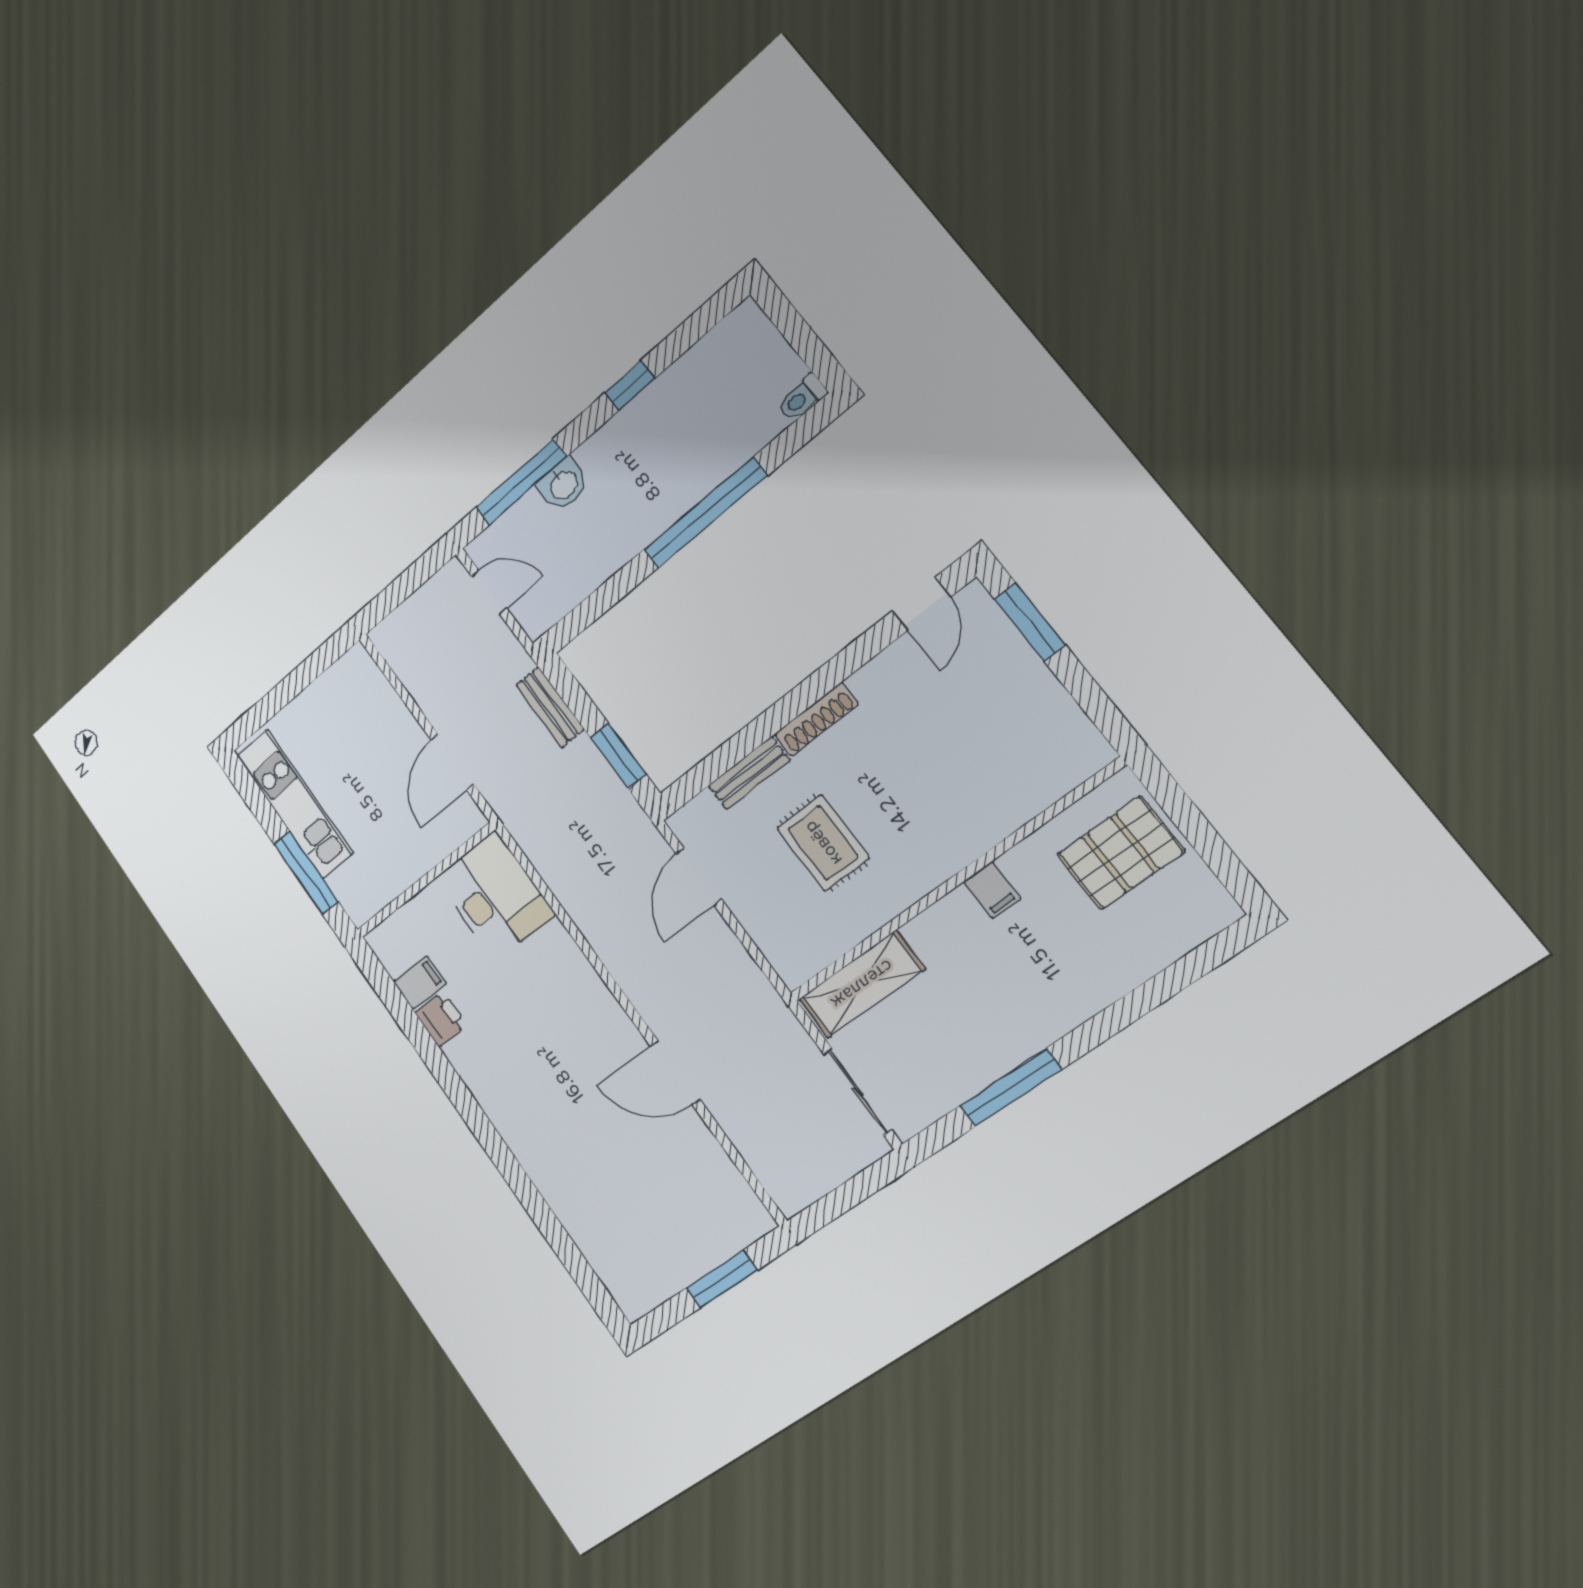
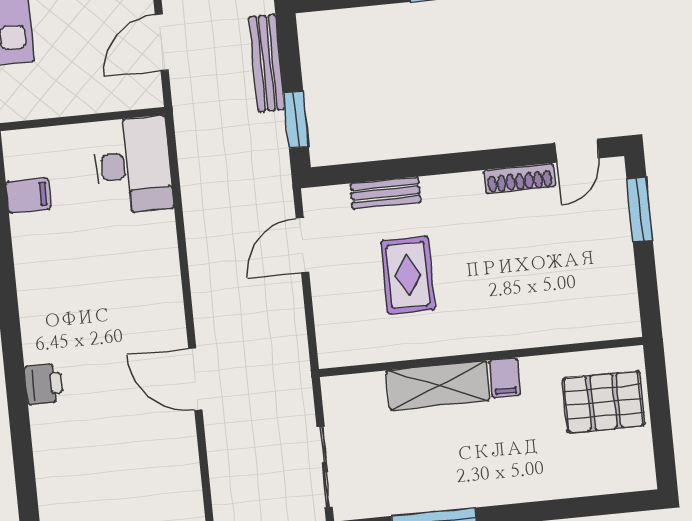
bench: (550, 707) -> (267, 63), width x1.36
shoe rack: (816, 719) -> (520, 178), moved
shelving: (862, 984) -> (438, 385), moved
printer: (441, 1019) -> (44, 384), moved

